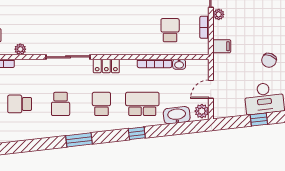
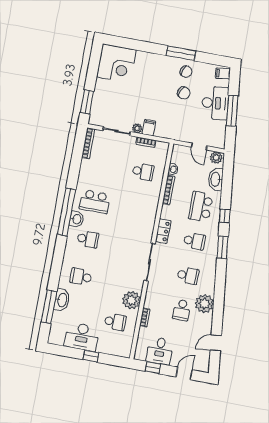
school desk: (170, 30) -> (143, 172), turned 180
filing cabinet: (222, 46) -> (149, 128), moved
plant: (20, 49) -> (131, 300), width x1.87, depth x1.87
school desk: (101, 104) -> (194, 241), turned 180
window: (259, 120) -> (232, 111), width x2.17
plant: (32, 129) -> (204, 304), added
window: (79, 140) -> (223, 247), moved

